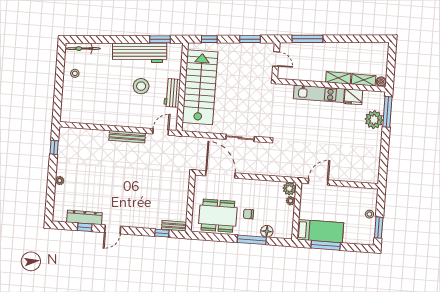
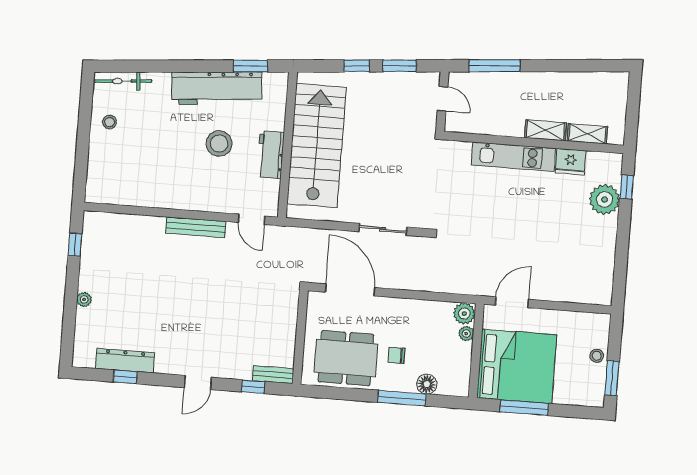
window: (209, 39) -> (357, 66), moved
boiler: (381, 82) -> (617, 137), removed
window: (387, 112) -> (627, 187), width x0.46
door: (161, 132) -> (251, 219), swing flipped
door: (113, 229) -> (198, 382), moved
bed: (320, 231) -> (517, 366), width x2.04

